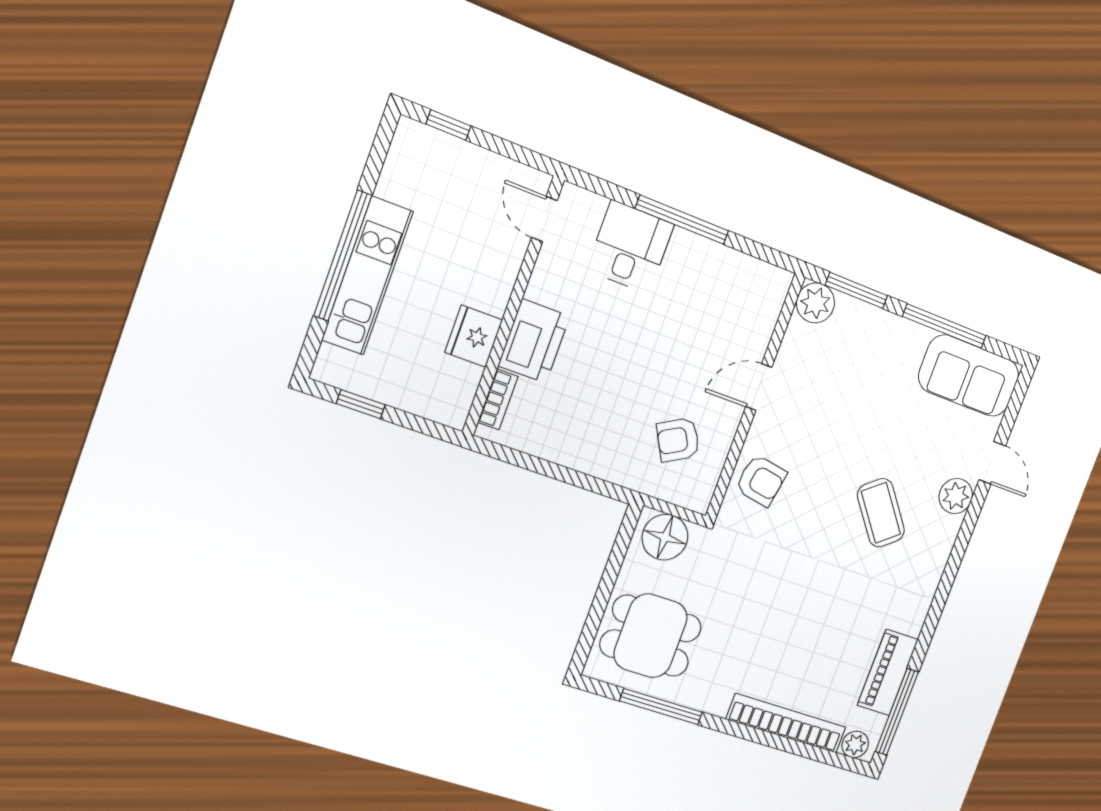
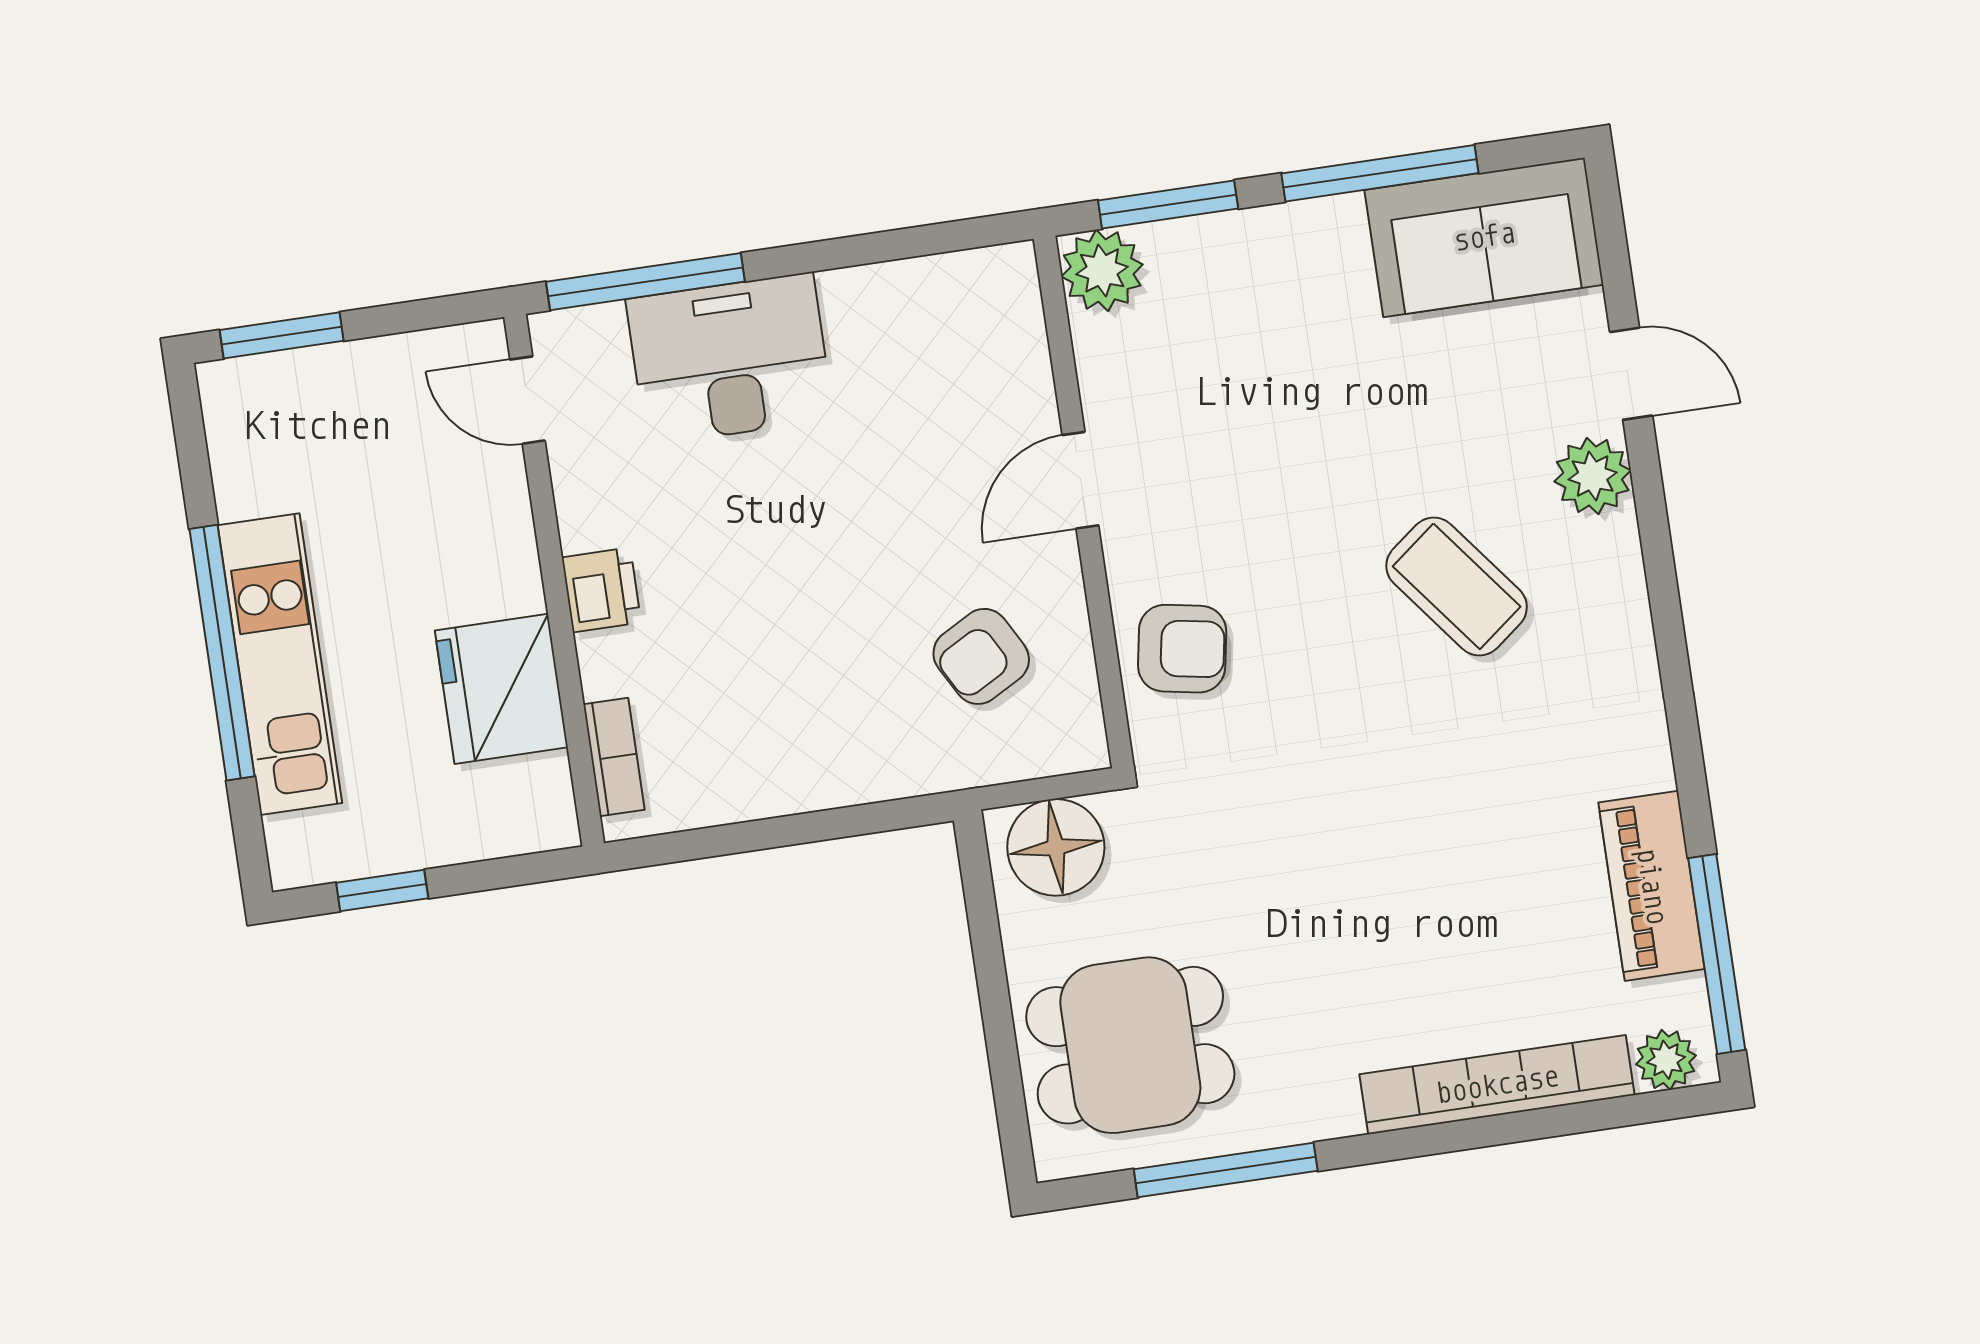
window: (448, 125) -> (282, 335), width x1.50
window: (682, 220) -> (645, 282), moved
desk: (630, 247) -> (730, 359), width x1.37
fridge: (474, 336) -> (501, 689), width x1.36, depth x1.34
printer: (534, 341) -> (601, 590), width x0.53, depth x0.68

